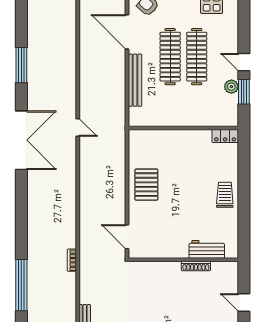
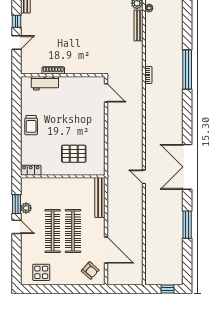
bench: (135, 80) -> (100, 198), moved
pallet: (146, 185) -> (74, 154), moved, turned 90
window: (21, 285) -> (187, 70), moved
door: (244, 302) -> (17, 43), hinge flipped

